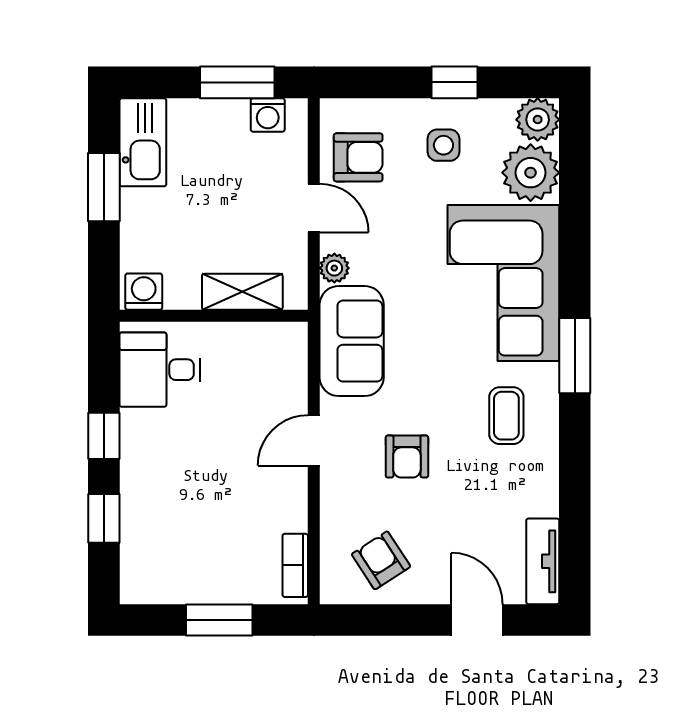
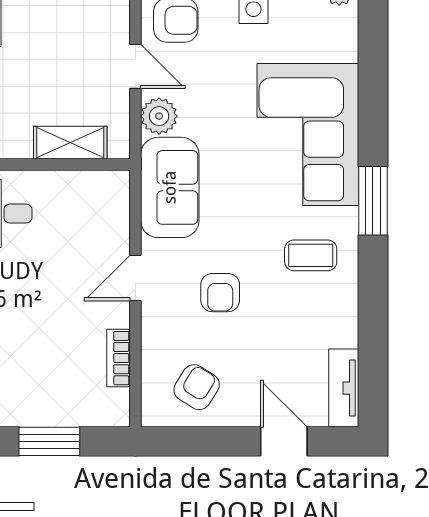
plant: (531, 173) -> (333, 34), removed
plant: (334, 268) -> (159, 116), width x1.38, depth x1.38
coffee table: (506, 416) -> (311, 255), turned 90
armchair: (381, 560) -> (197, 387), turned 65
bookcase: (295, 565) -> (118, 358), moved

